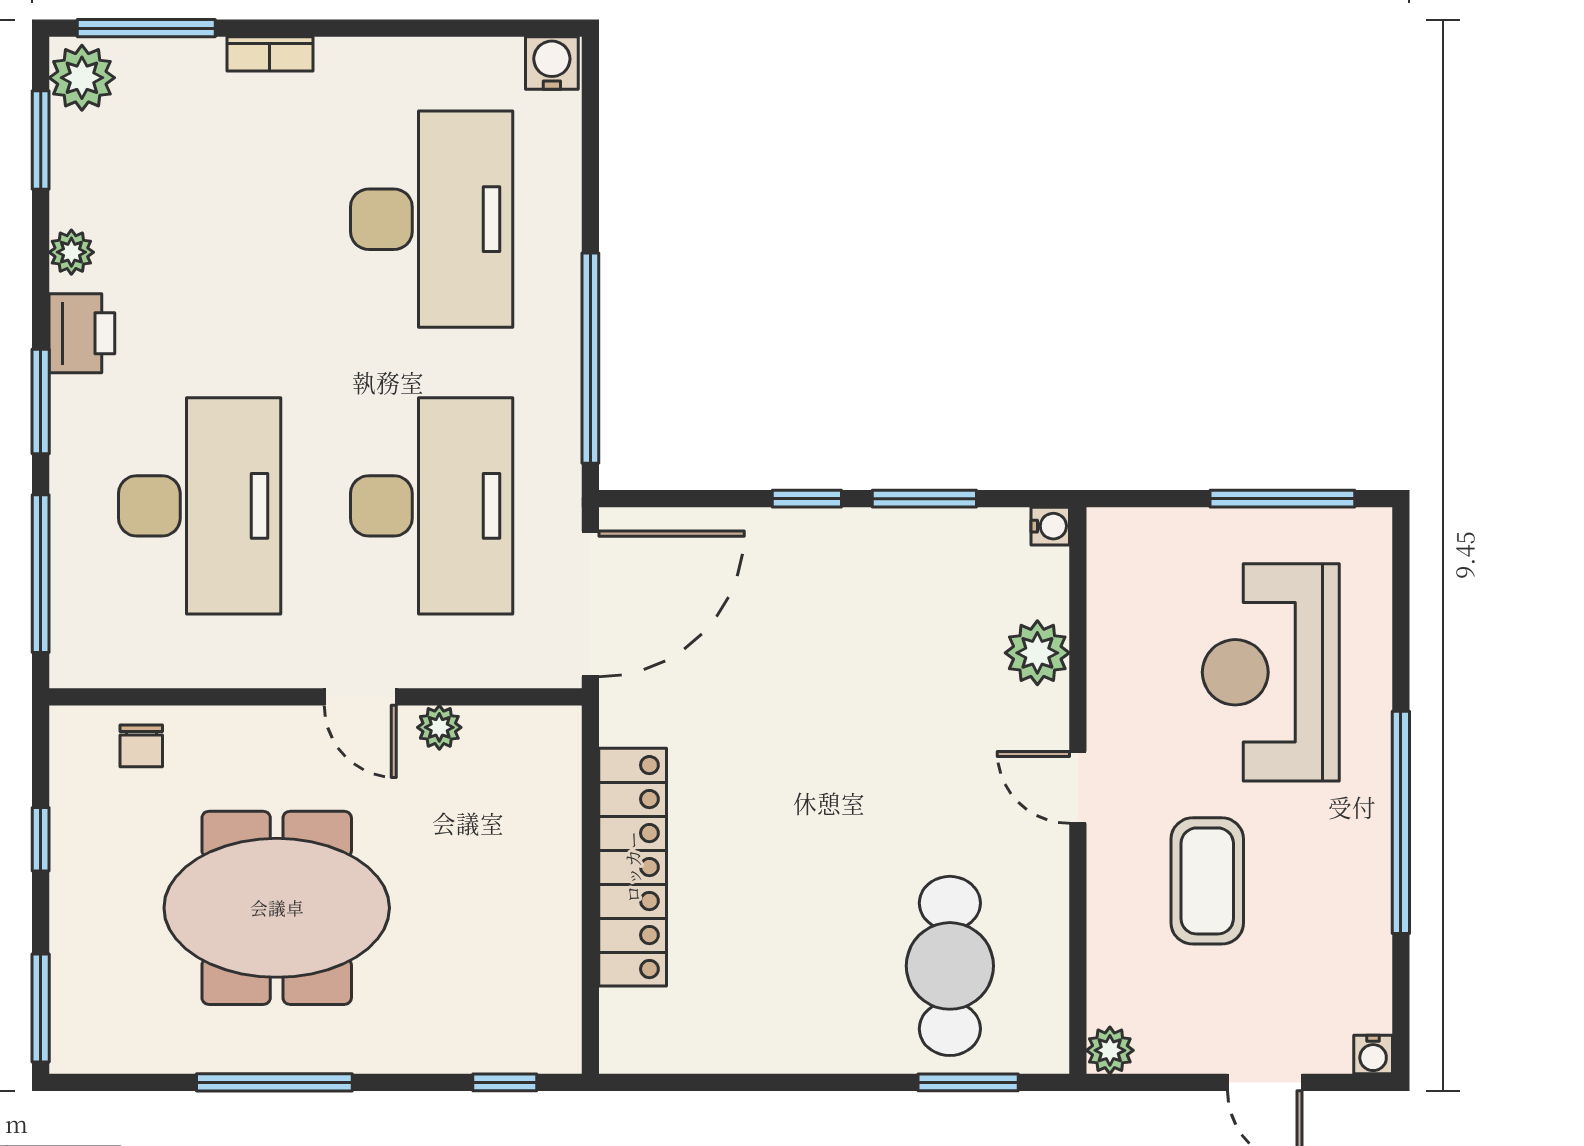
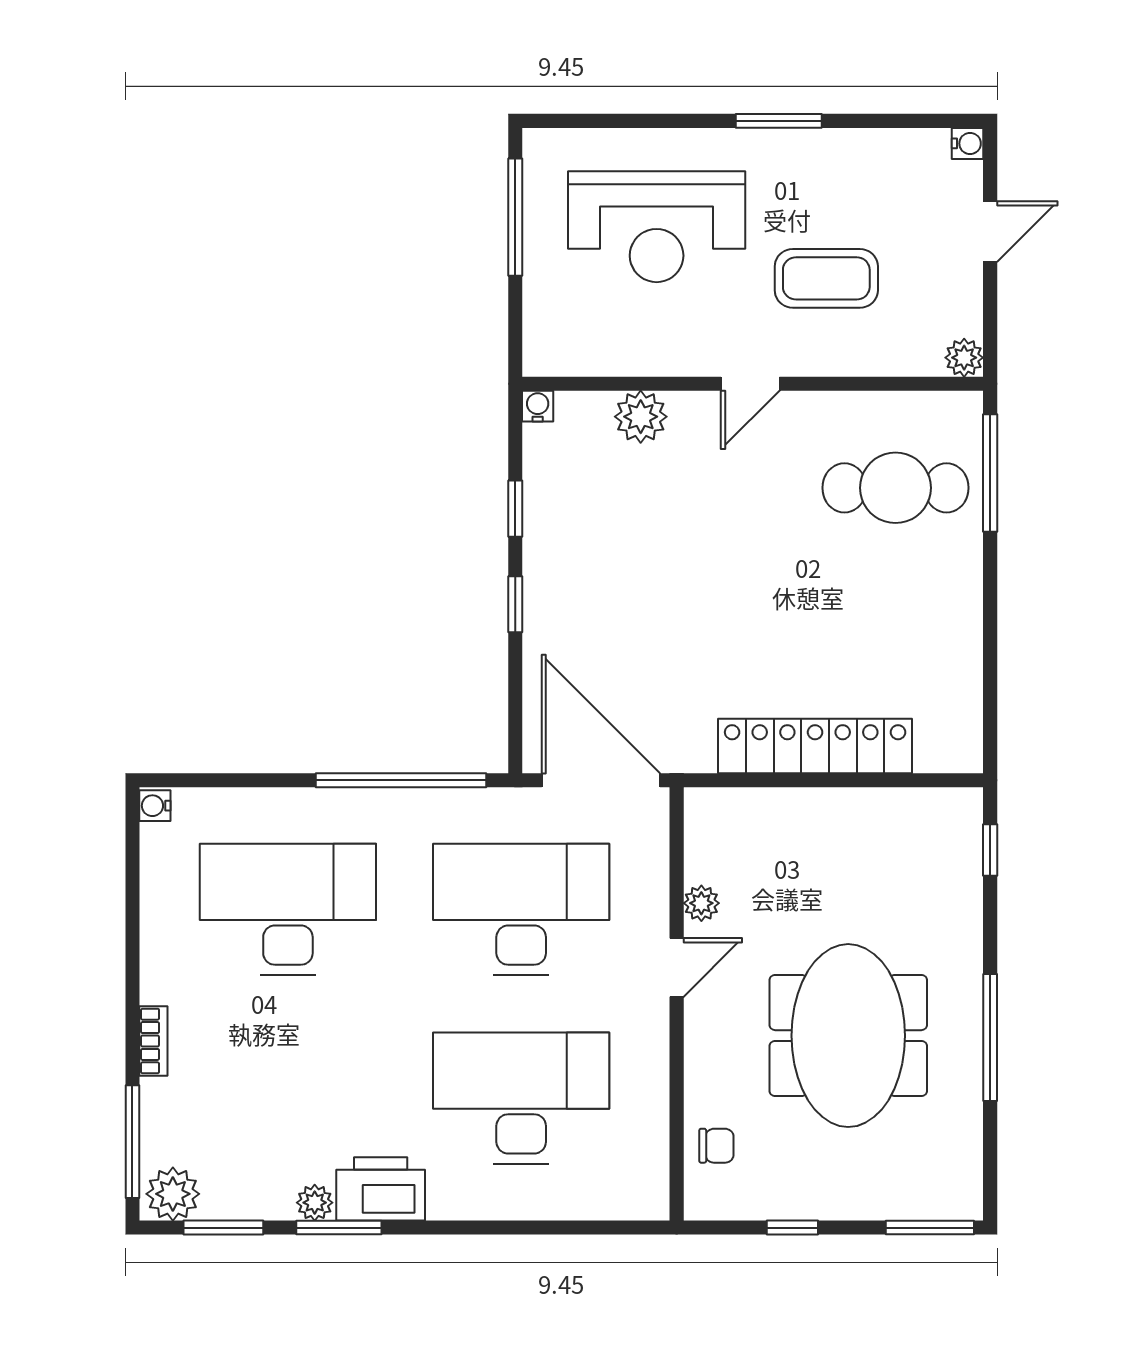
water cooler: (552, 63) -> (155, 806), width x0.72, depth x0.72
printer: (82, 333) -> (381, 1189), width x1.37, depth x1.19
window: (41, 402) -> (339, 1228), moved
window: (924, 499) -> (515, 509), width x0.67
window: (41, 574) -> (576, 1228), removed
window: (1401, 822) -> (779, 121), width x0.47
window: (968, 1082) -> (990, 473), width x1.44

